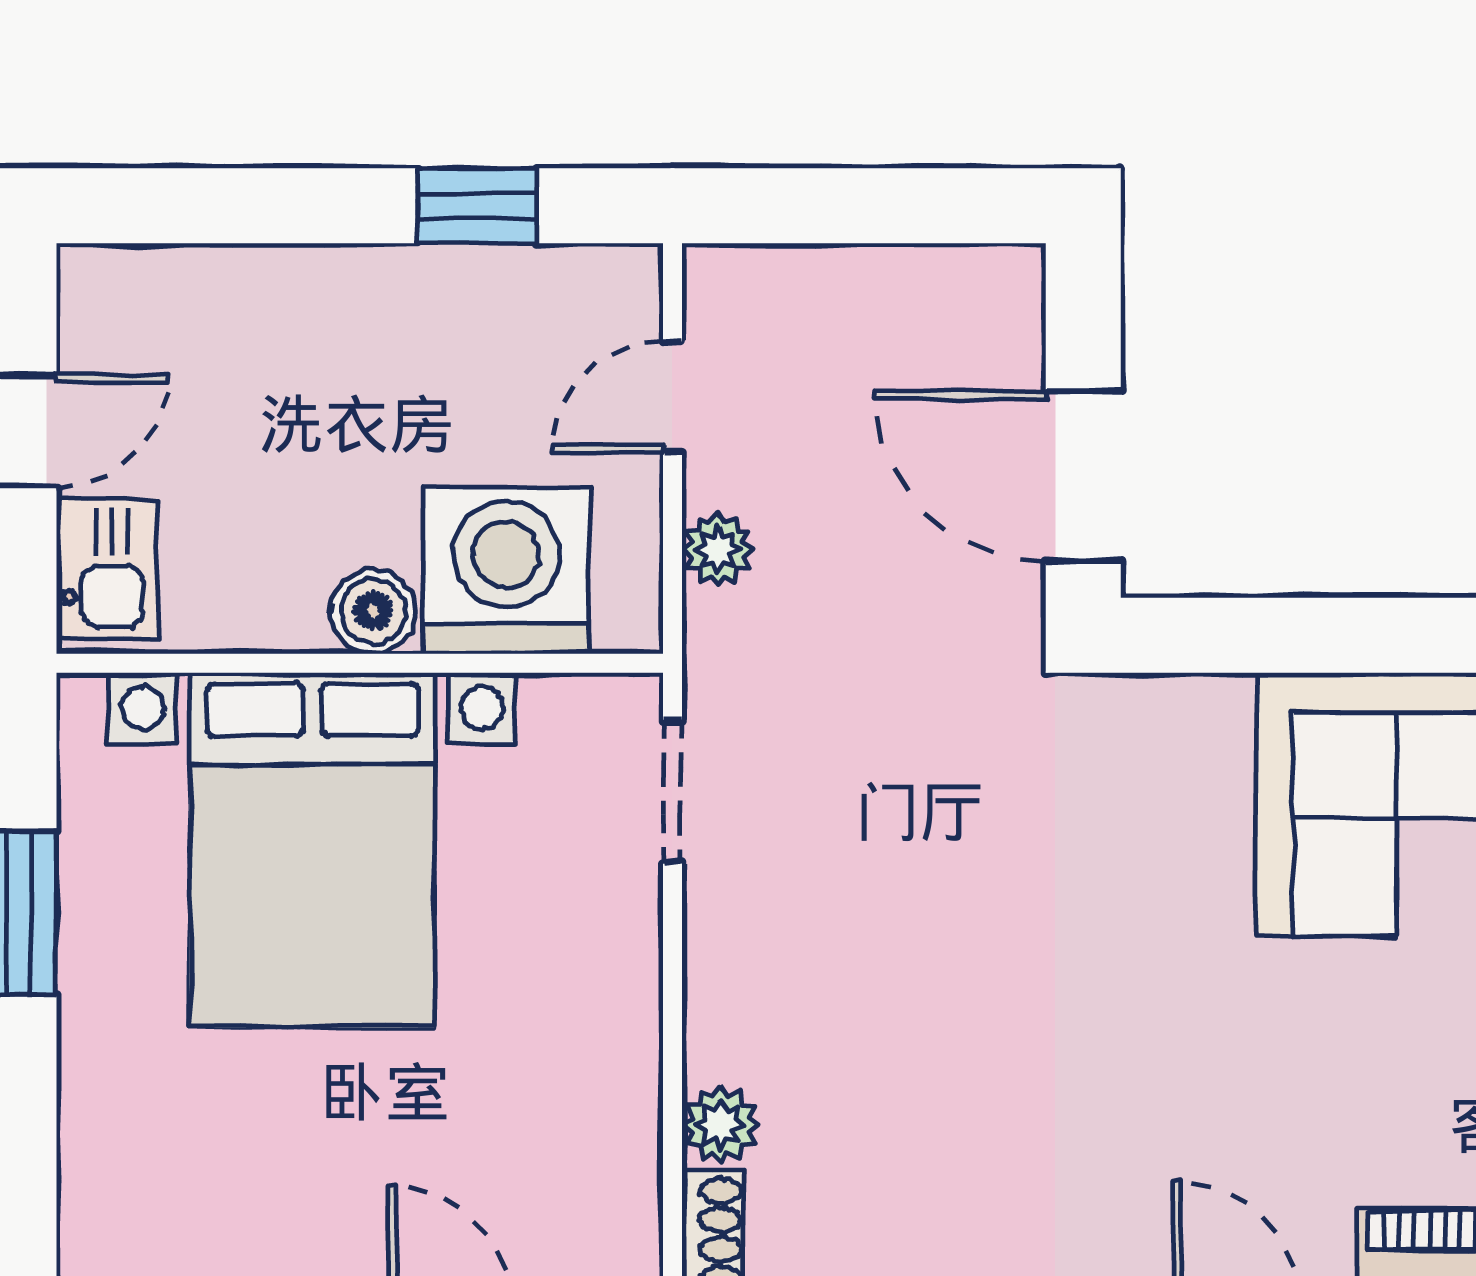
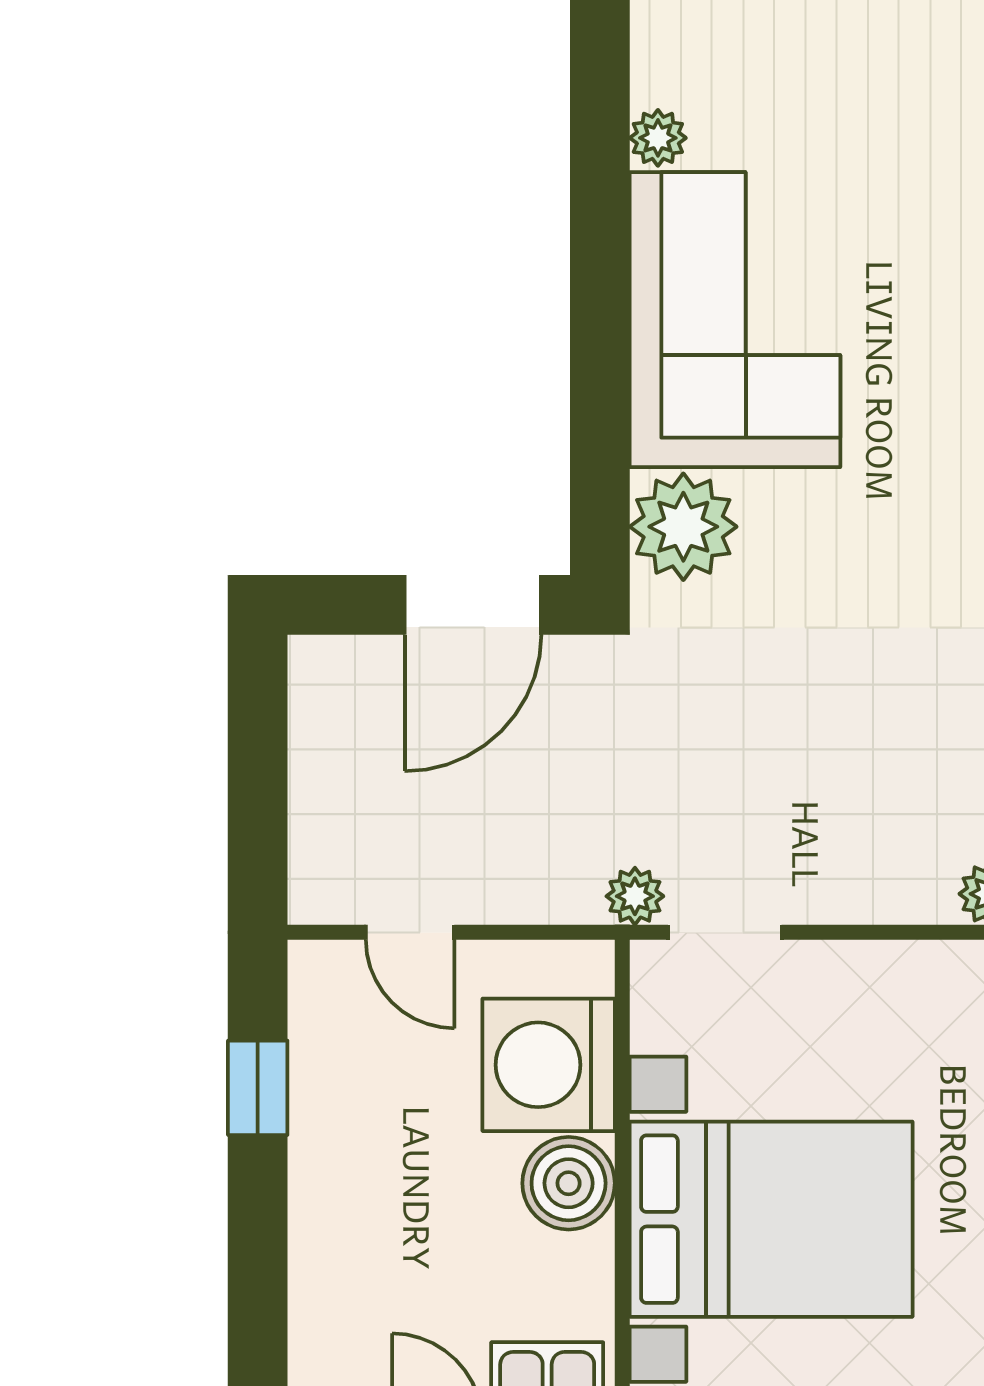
plant: (718, 549) -> (635, 896), moved
boiler: (373, 611) -> (569, 1183), width x1.36, depth x1.36
plant: (1181, 740) -> (683, 527), added

